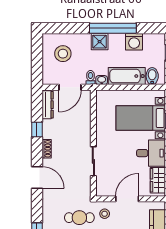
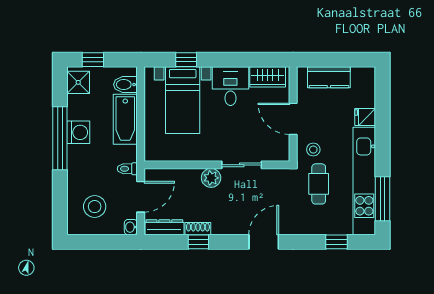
shower: (100, 42) -> (78, 82), moved
washing machine: (134, 42) -> (78, 132), moved
washbasin: (102, 80) -> (131, 227), moved
door: (70, 87) -> (141, 197), hinge flipped
plant: (84, 139) -> (211, 178), added
shoe rack: (47, 149) -> (198, 229), moved

